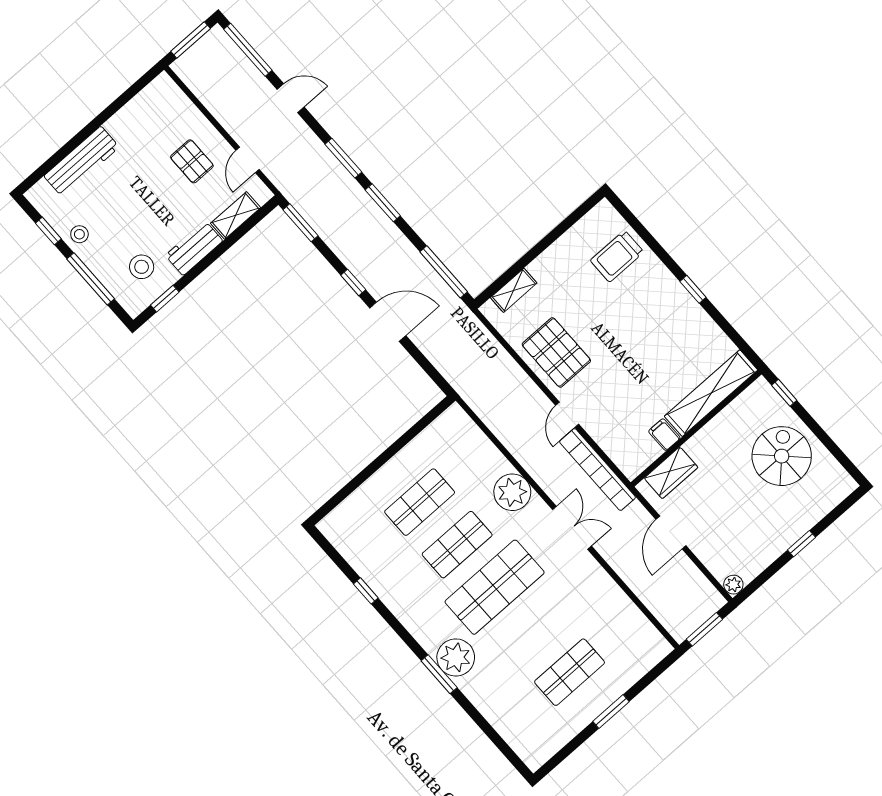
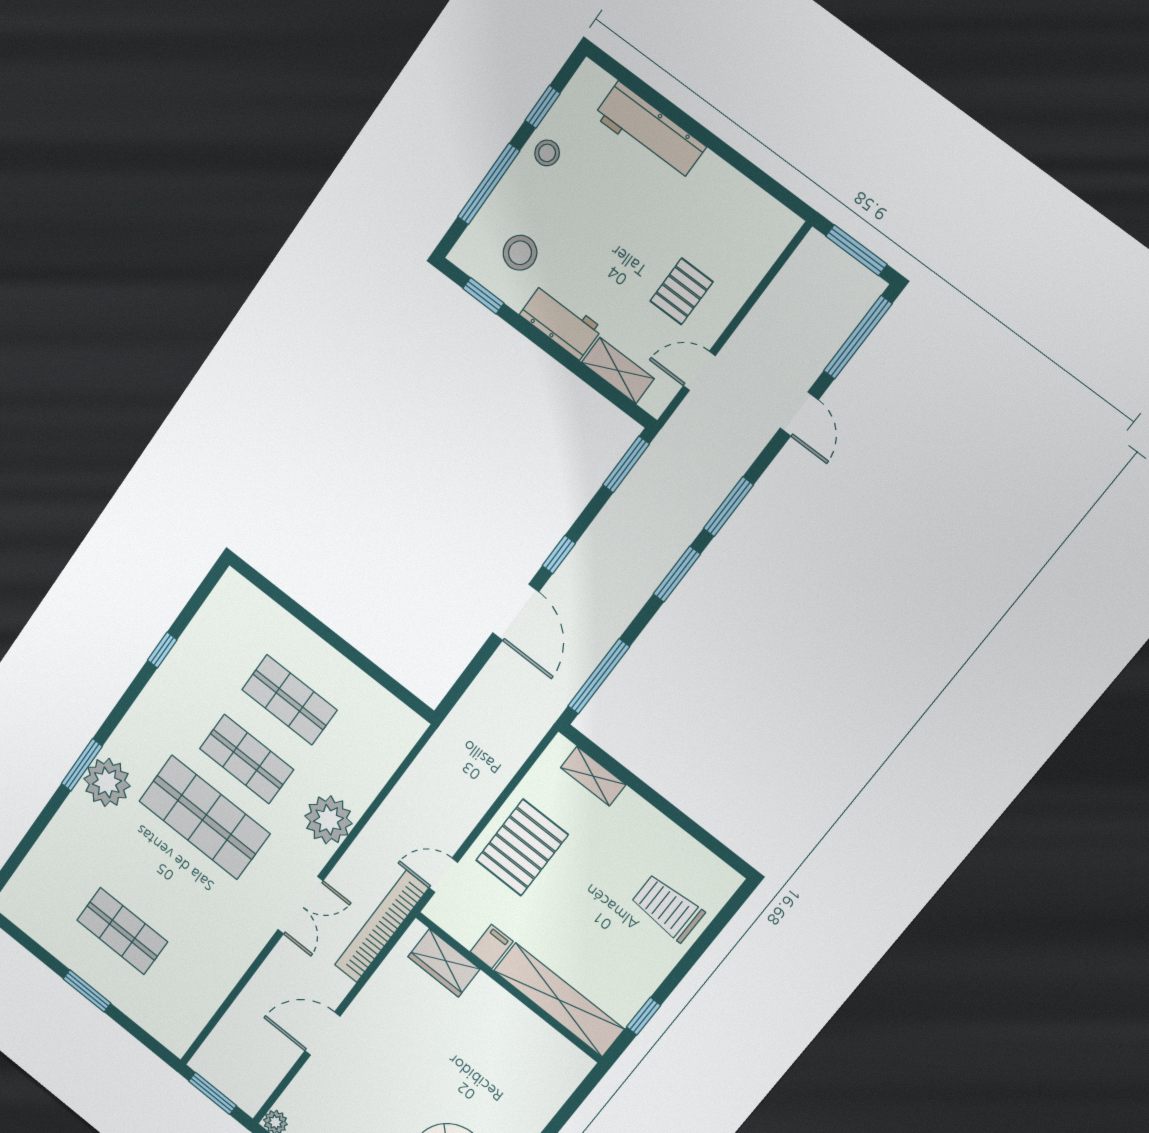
shelving: (711, 393) -> (559, 1000), moved
wall: (696, 428) -> (508, 987), moved
filing cabinet: (664, 435) -> (492, 947), moved
wardrobe: (671, 473) -> (444, 963), moved

